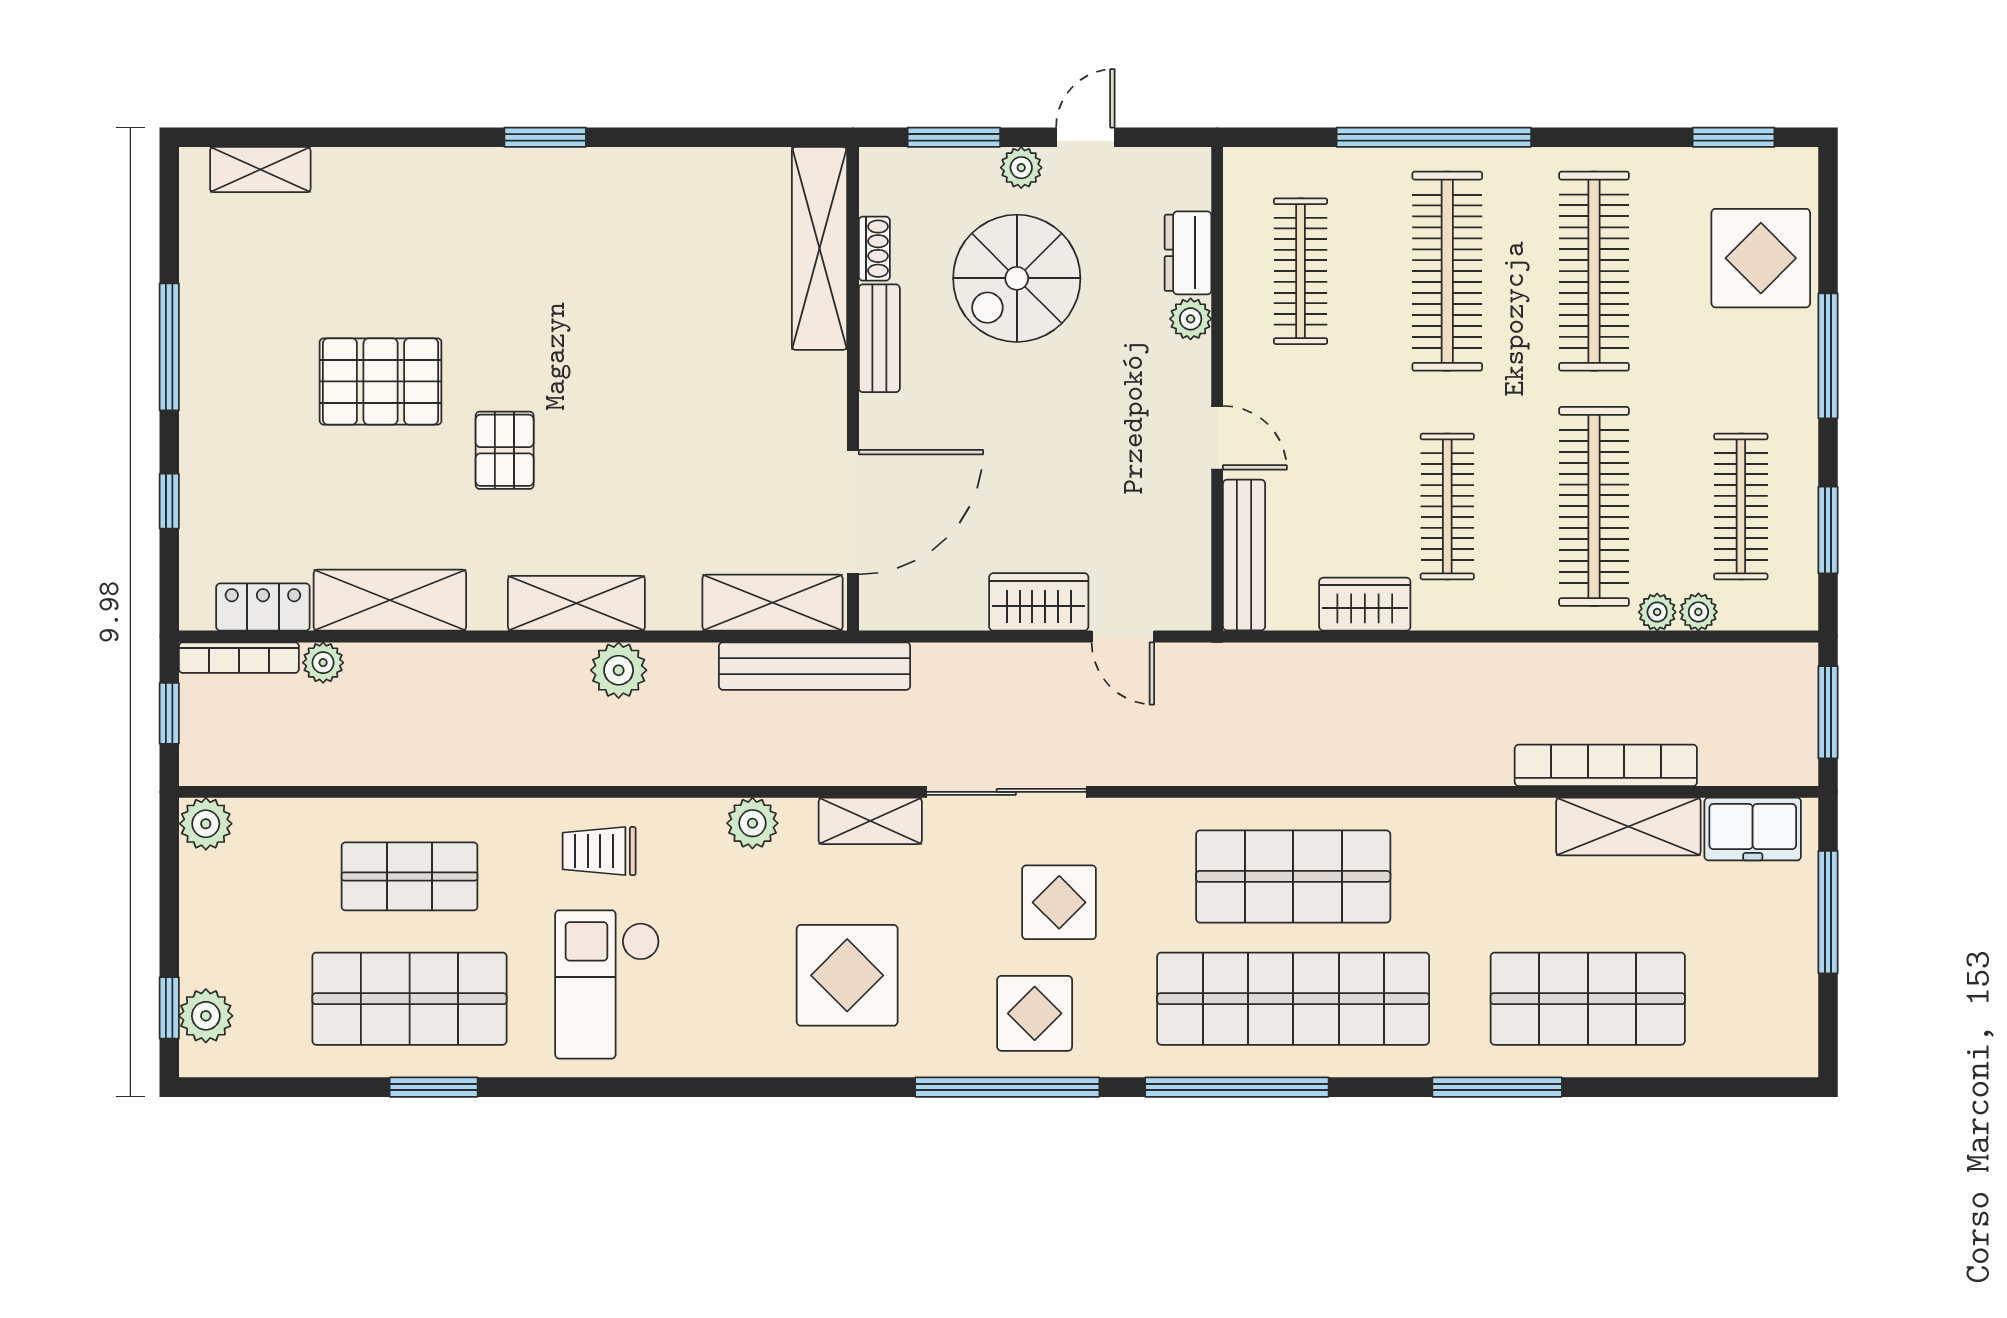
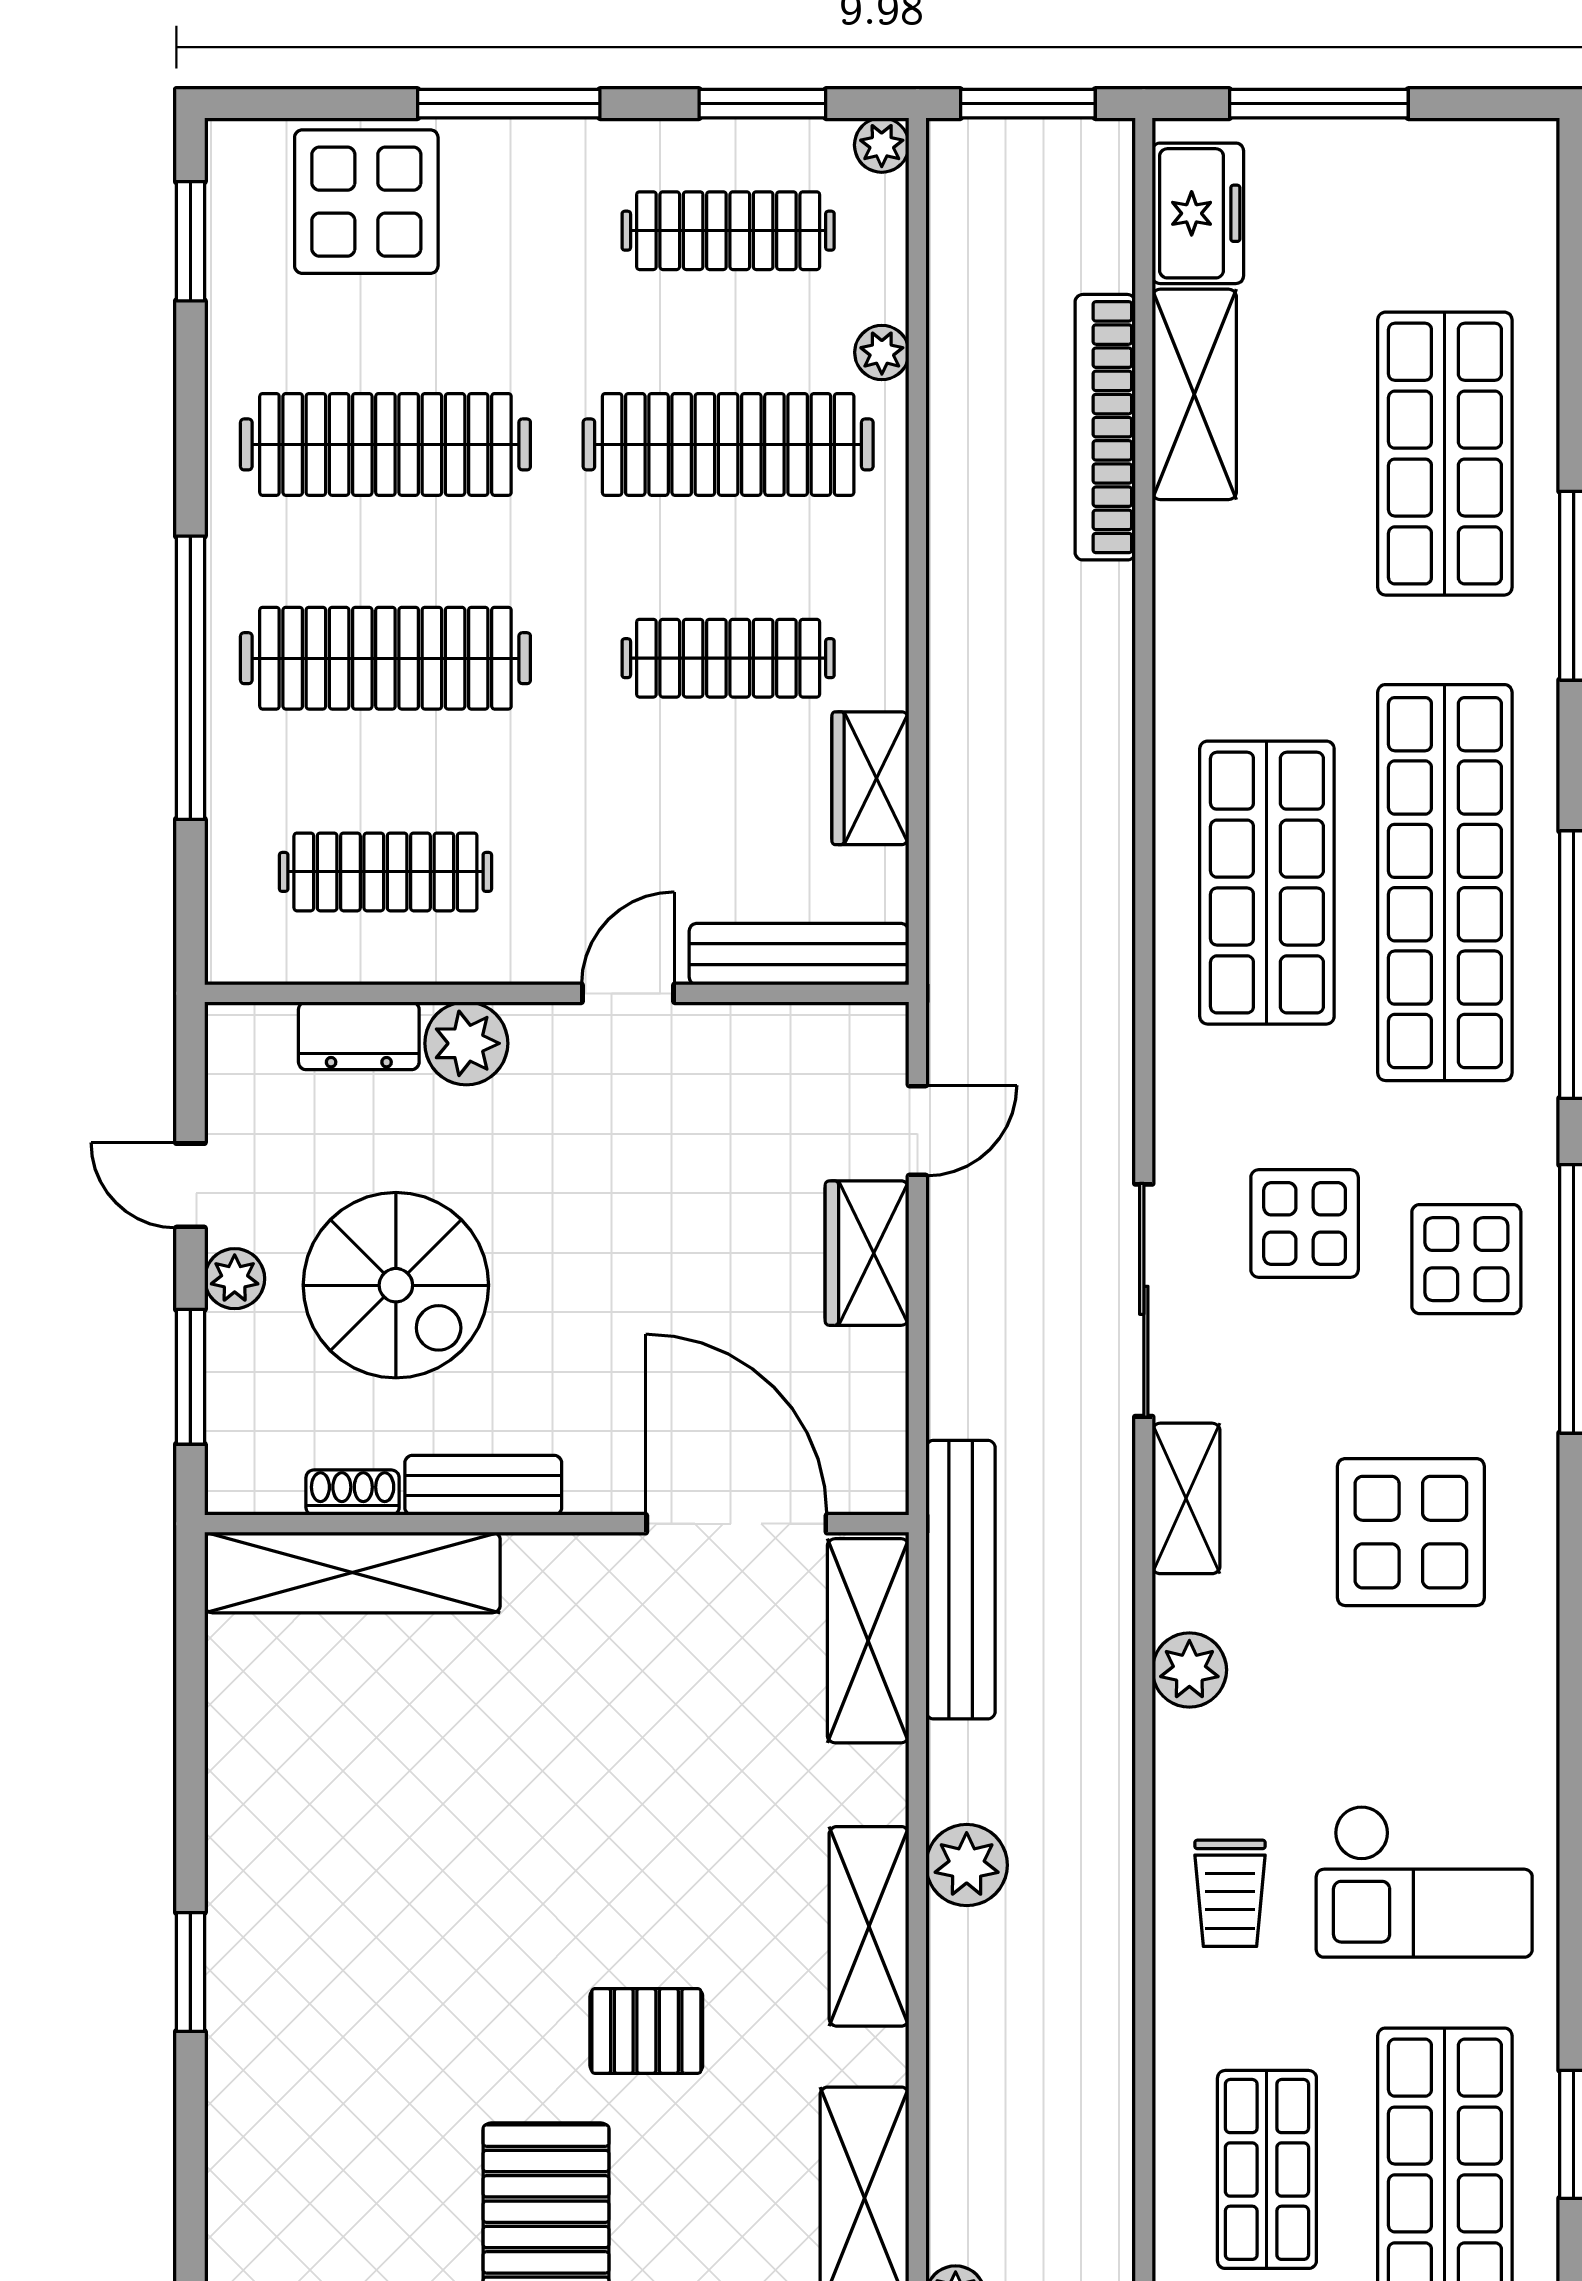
plant: (1191, 319) -> (466, 1043), width x1.38, depth x1.38
plant: (1698, 612) -> (882, 145), moved

